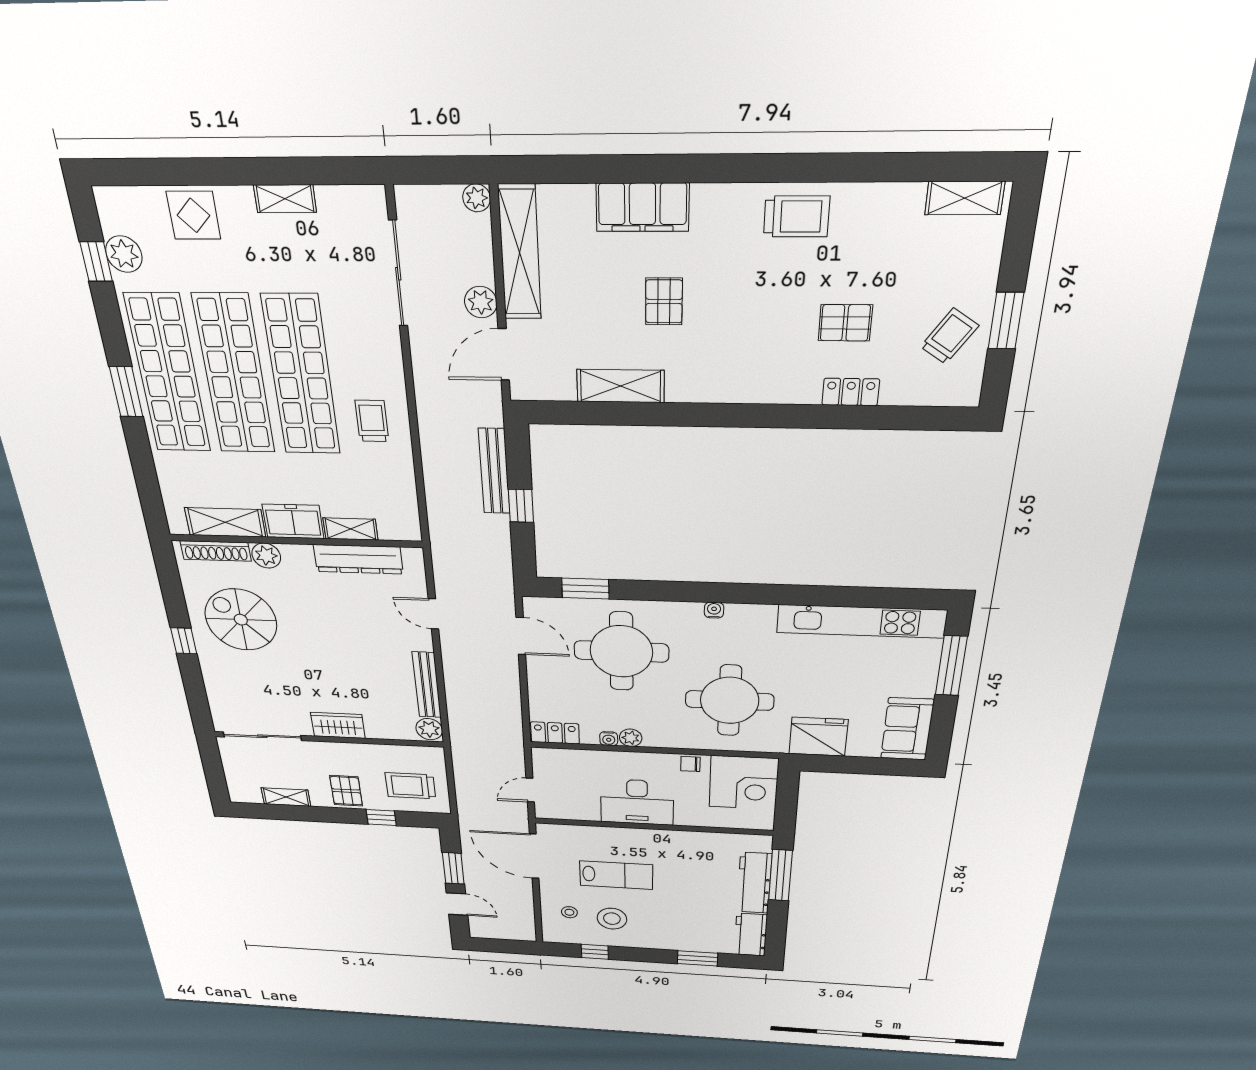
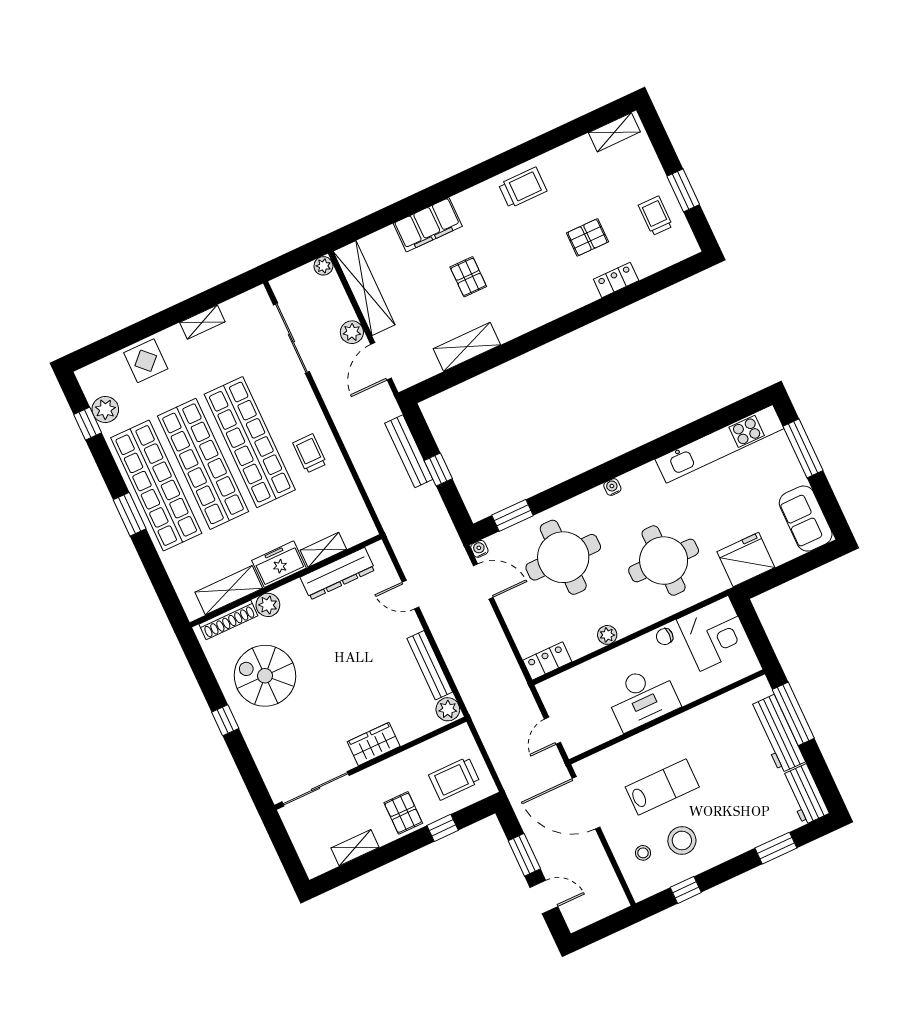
trolley: (949, 336) -> (655, 216), turned -34
water cooler: (609, 739) -> (479, 549), moved, turned 180

